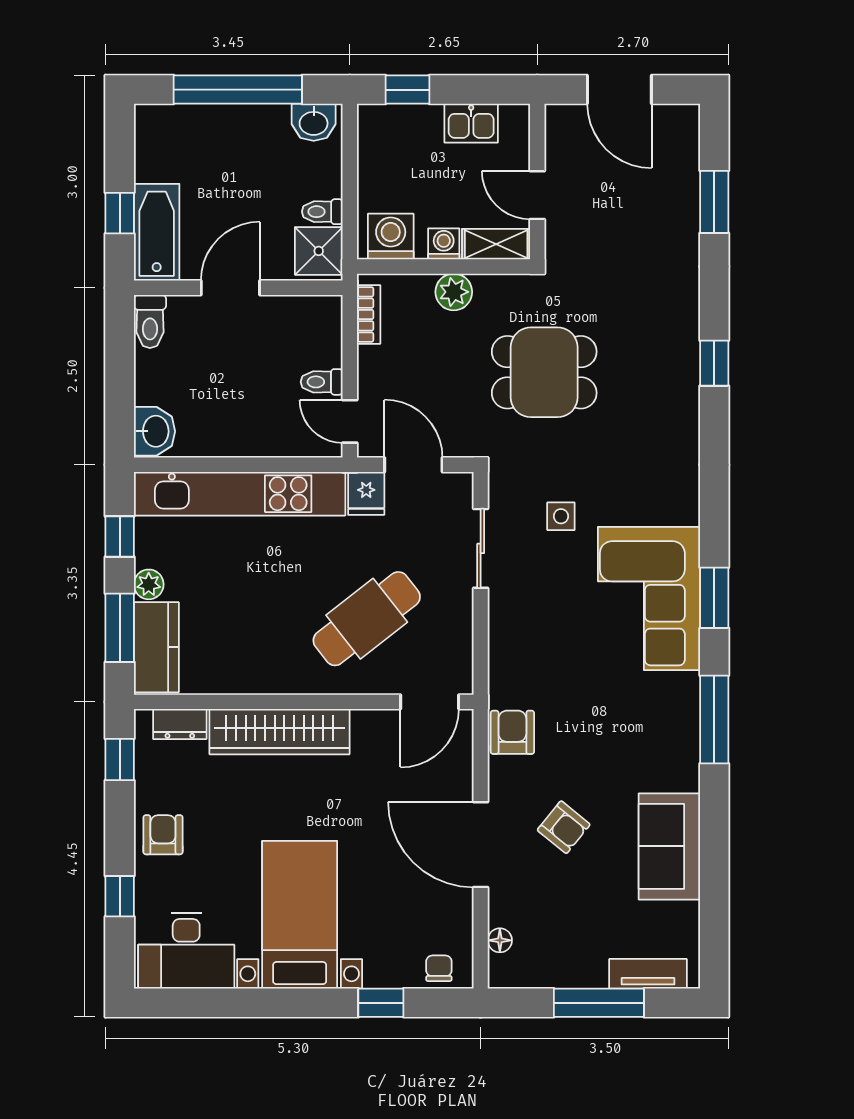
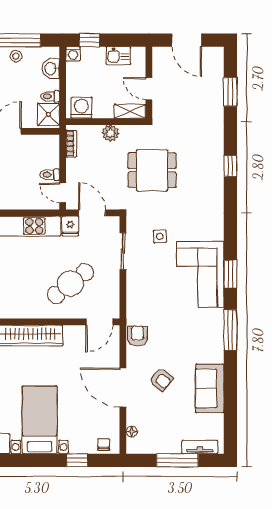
washbasin: (314, 122) -> (51, 69), moved, turned 90
stool: (248, 124) -> (16, 56), added
washing machine: (444, 244) -> (73, 54), moved, turned 180

